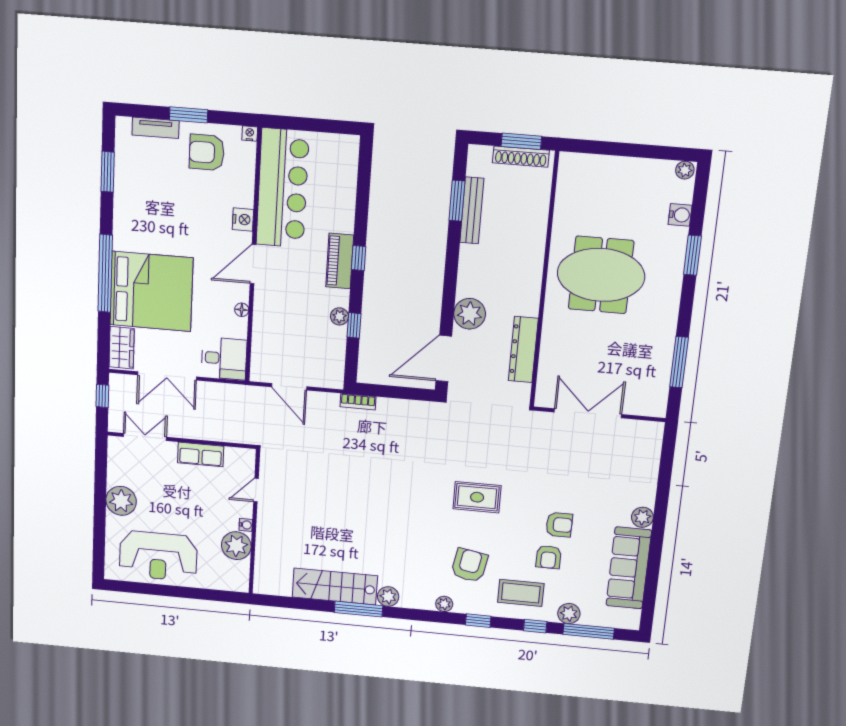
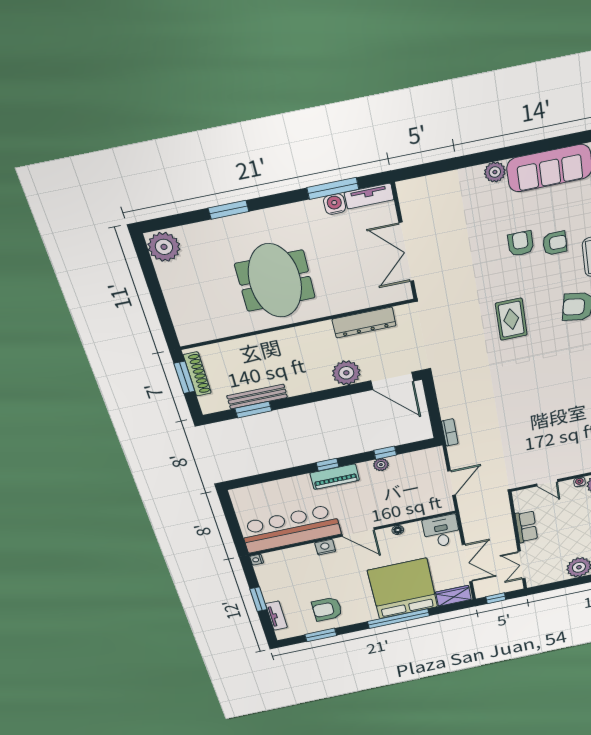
armchair: (207, 152) -> (327, 609), moved, turned 90
plant: (685, 170) -> (164, 247), width x1.87, depth x1.87
water cooler: (680, 215) -> (335, 204), moved
tv unit: (659, 394) -> (369, 196), added

